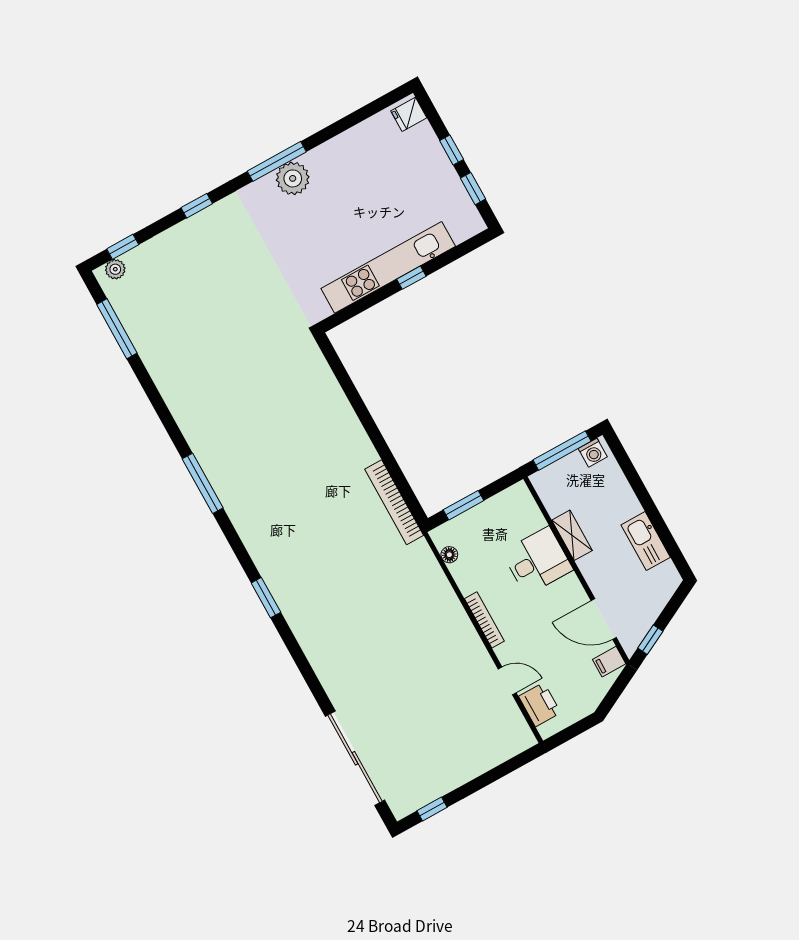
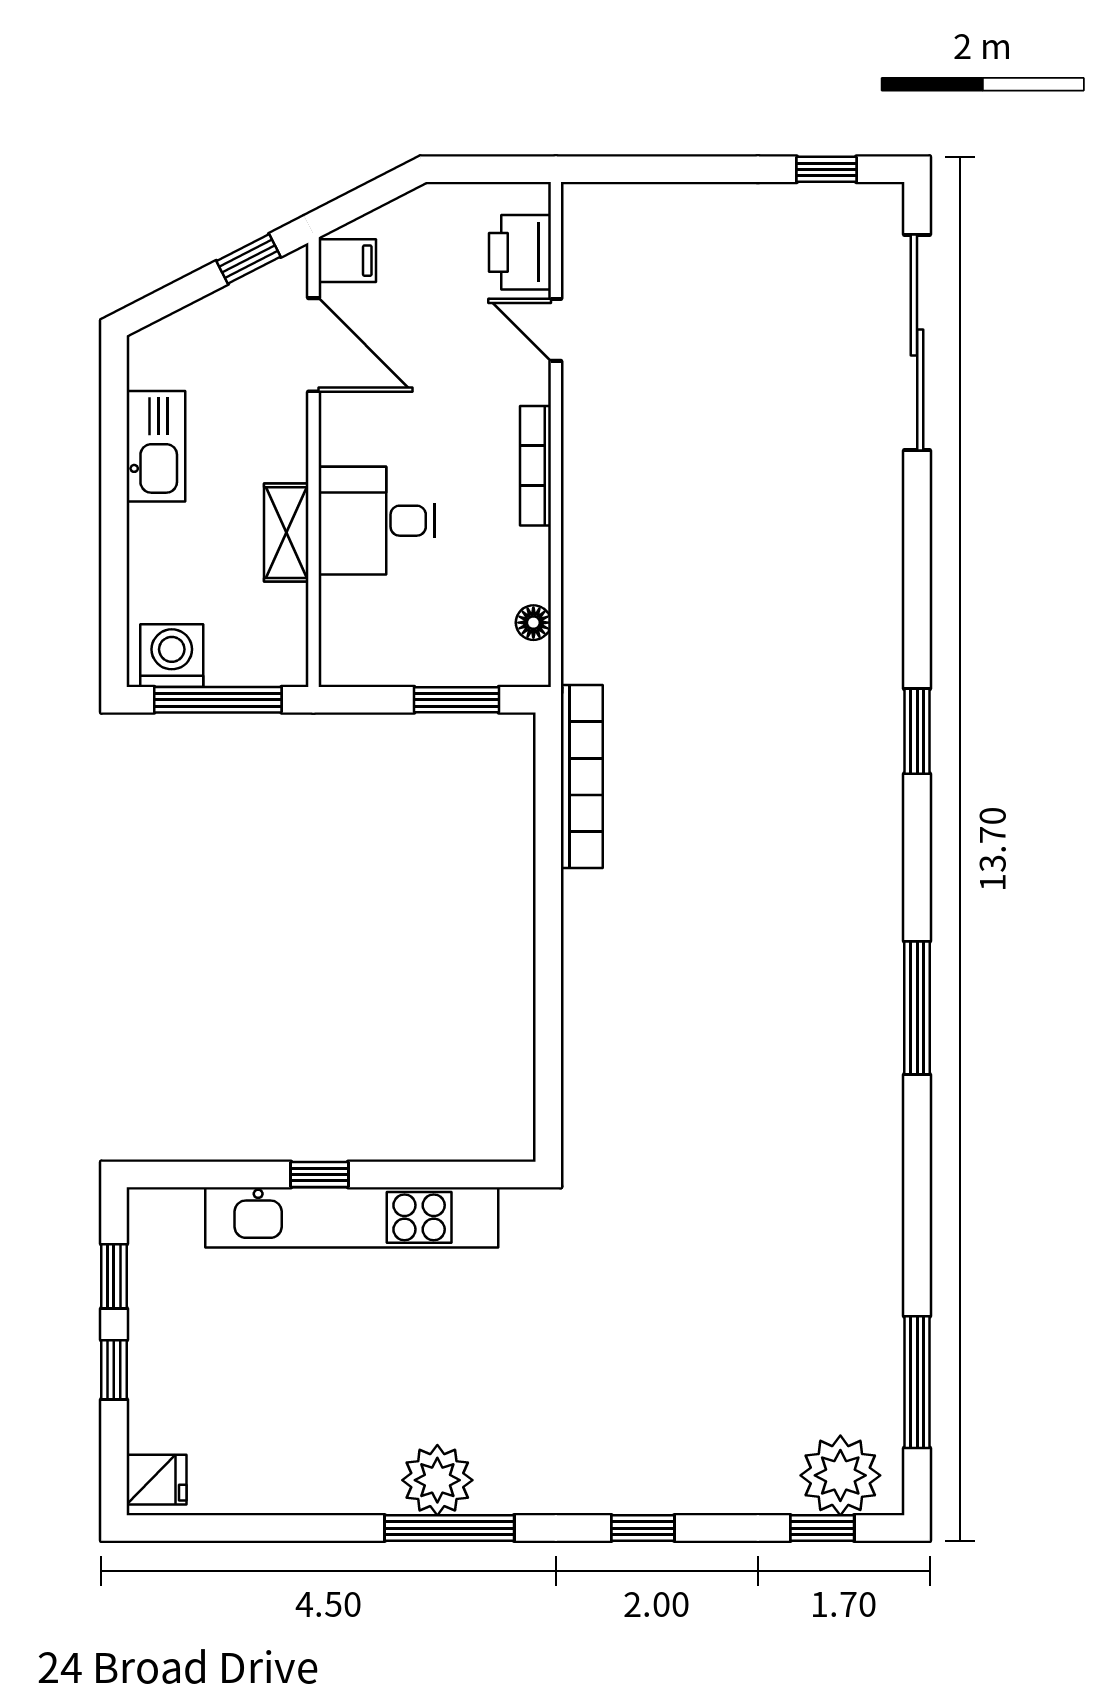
plant: (115, 269) -> (840, 1475), width x1.87, depth x1.87
washing machine: (593, 453) -> (172, 656), width x1.38, depth x1.38

